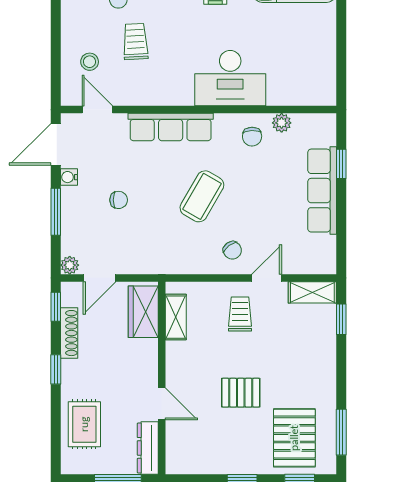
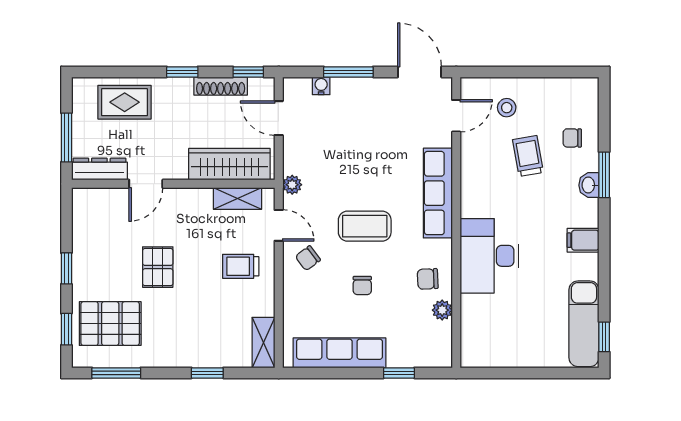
trolley: (135, 41) -> (528, 156), turned -97
water cooler: (69, 177) -> (321, 86), moved
row of seats: (322, 191) -> (339, 353), moved
coffee table: (202, 196) -> (365, 226), turned -30
chair: (119, 200) -> (362, 285), moved
plant: (70, 265) -> (292, 185), moved
door: (267, 278) -> (279, 225), moved
wardrobe: (143, 312) -> (229, 164), width x1.50
trolley: (240, 314) -> (241, 266), turned 180
window: (341, 319) -> (207, 373), moved

